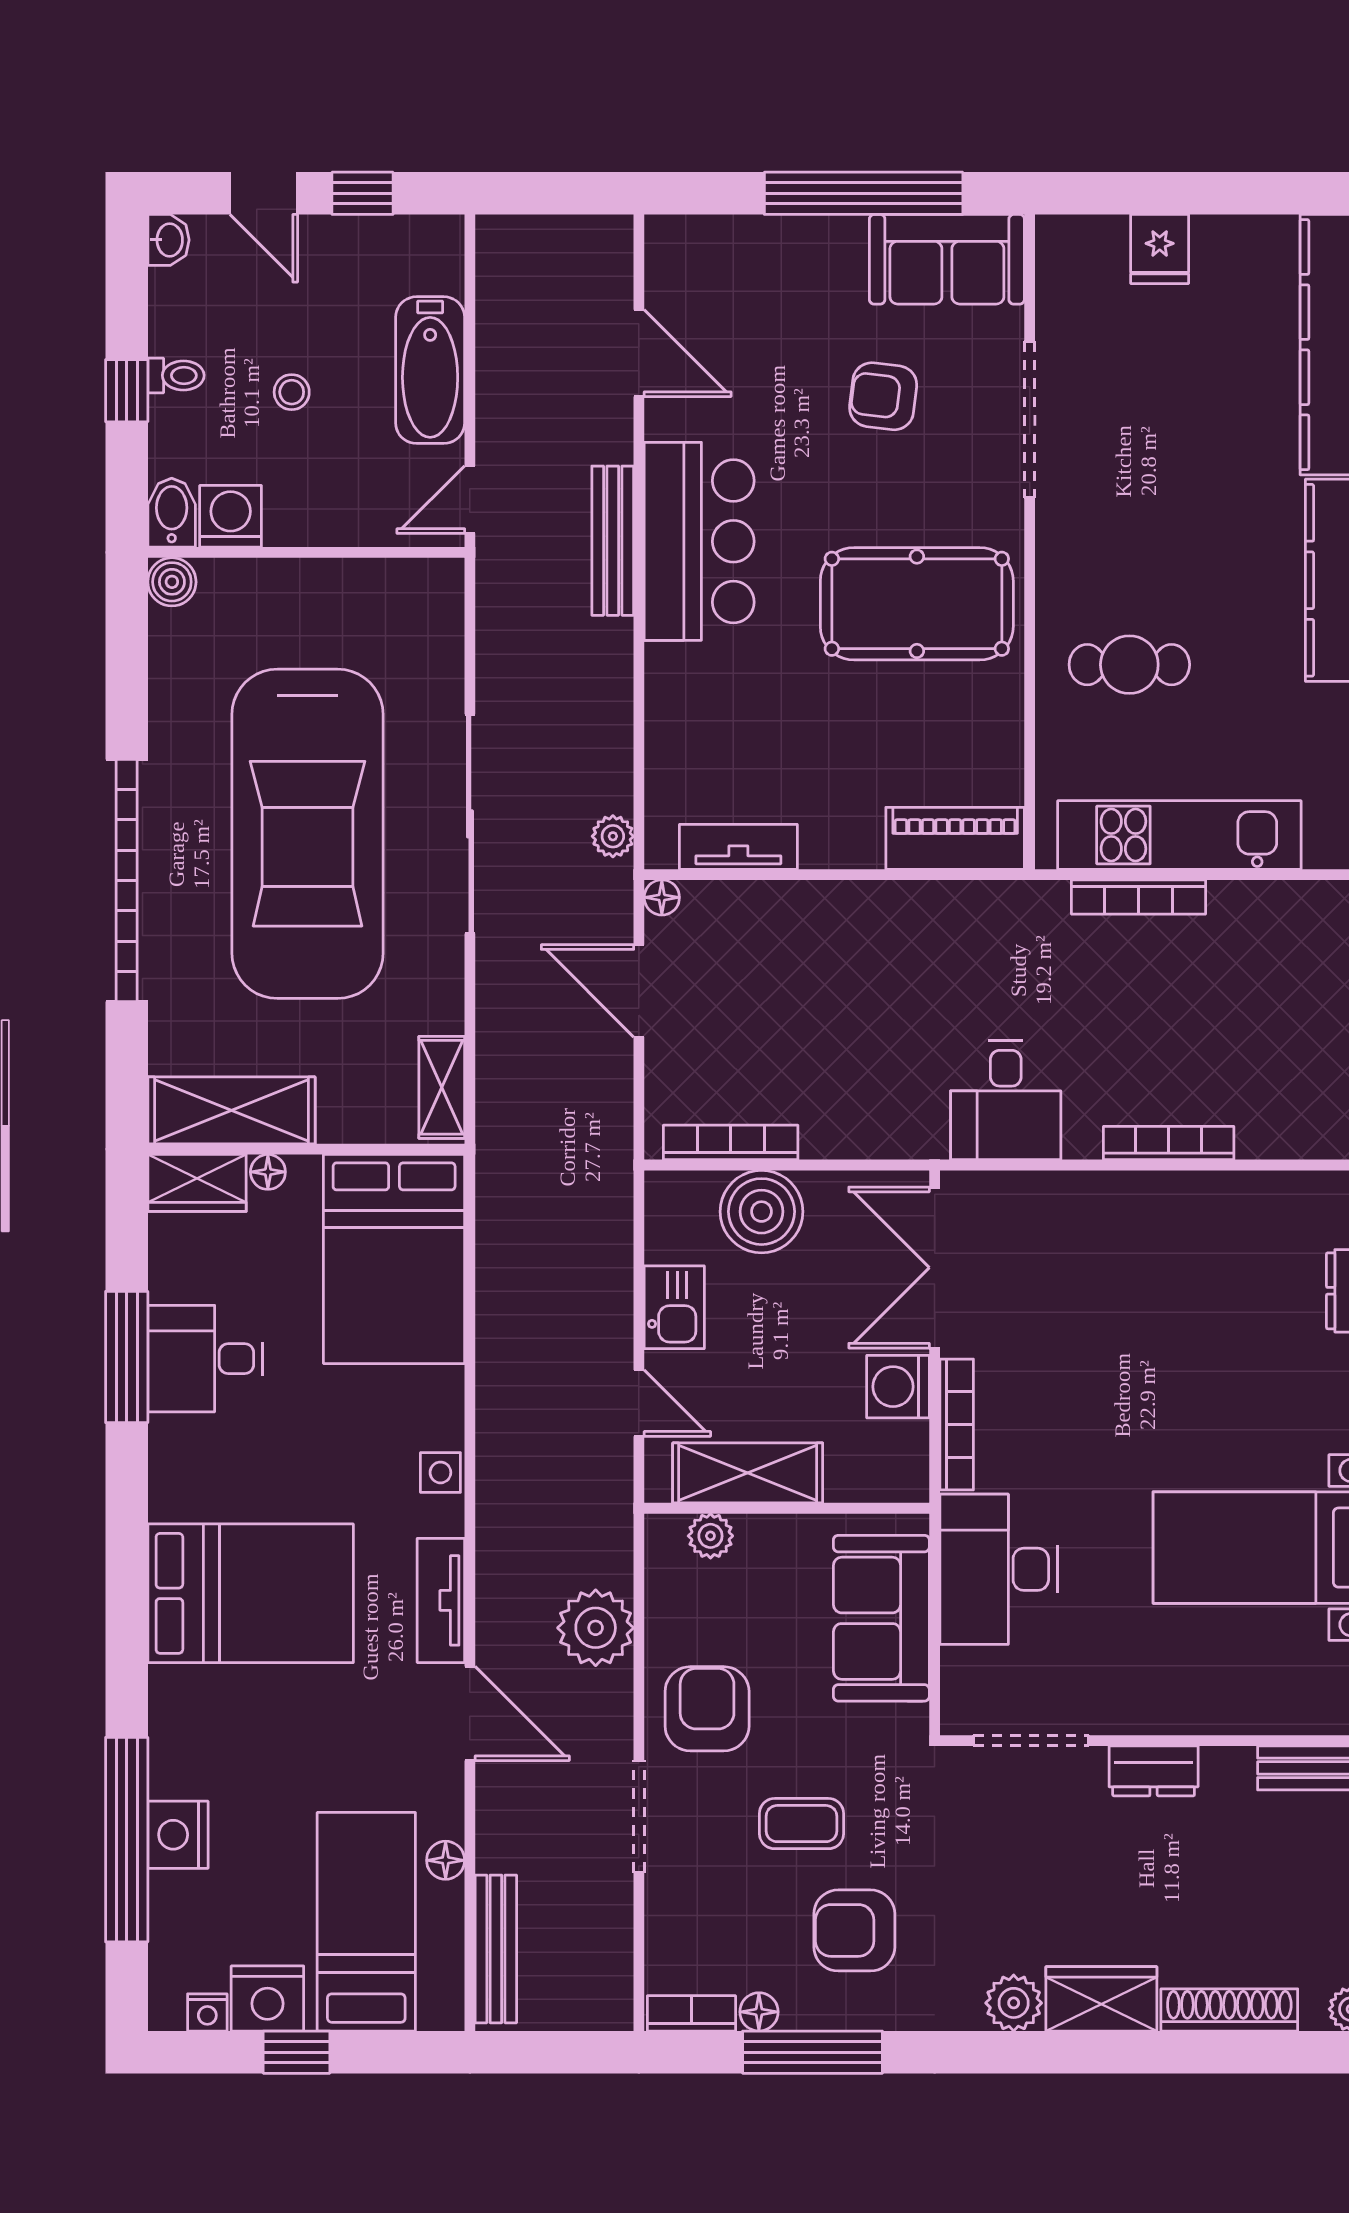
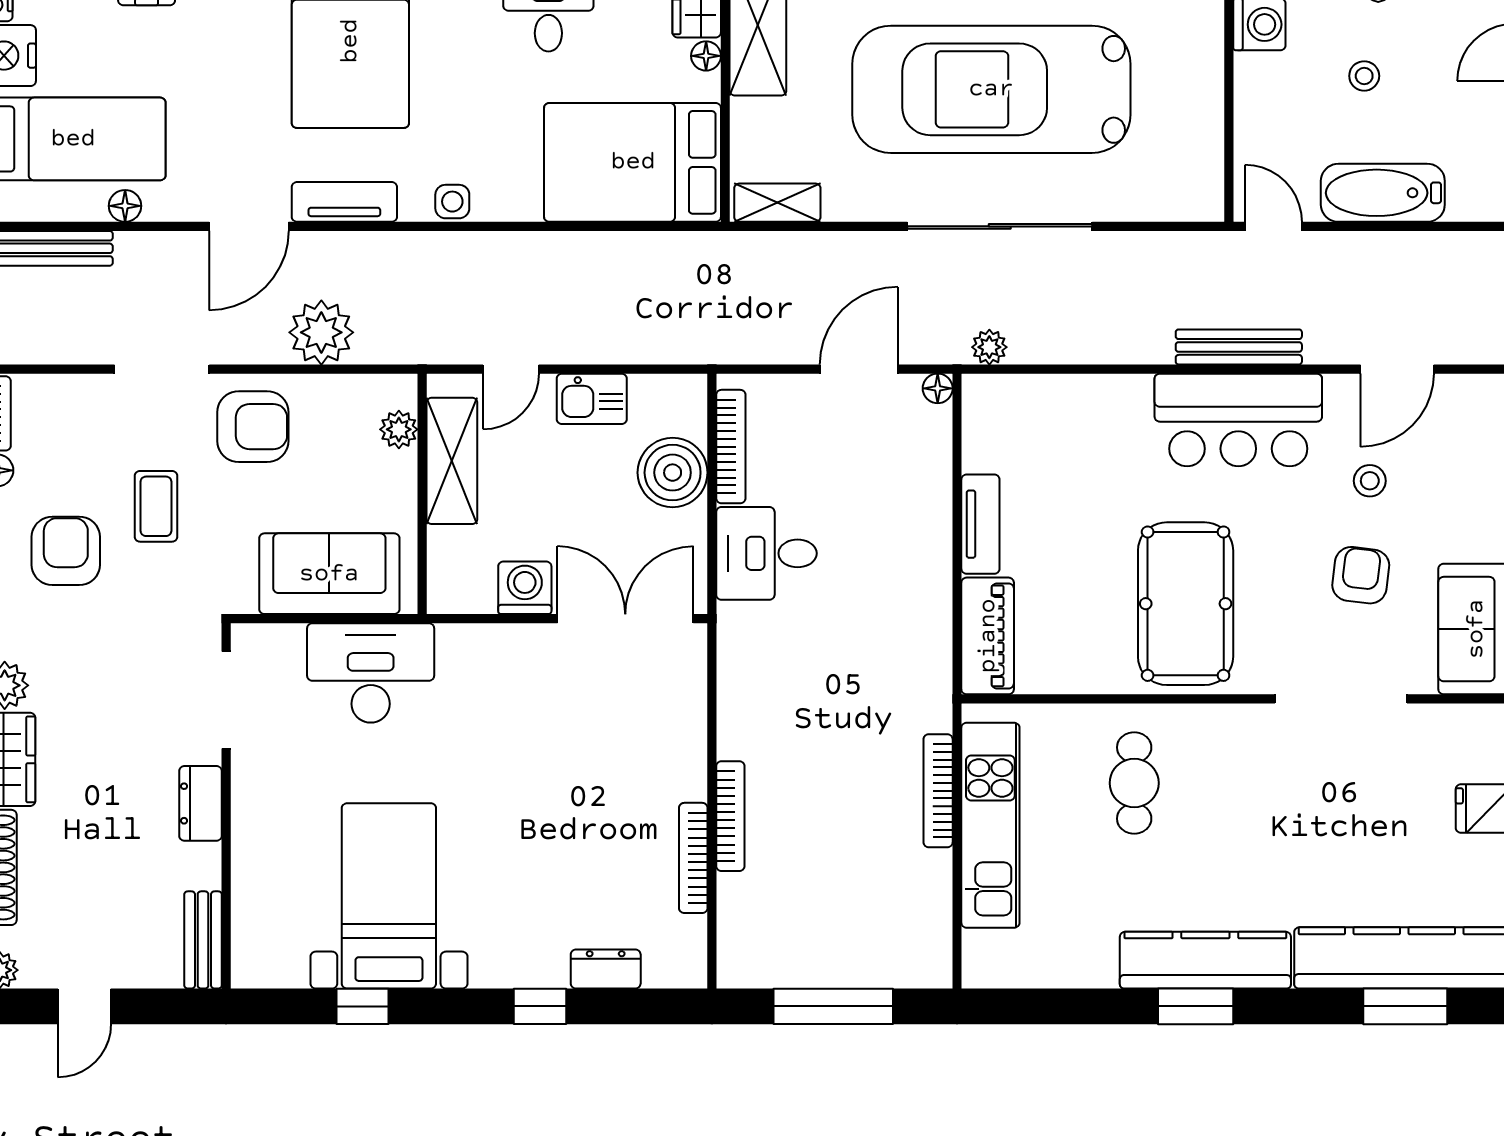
stool: (771, 385) -> (1370, 481), added
tv unit: (738, 847) -> (980, 524), moved
desk: (1006, 1100) -> (766, 553), moved
bookcase: (957, 1424) -> (693, 858), moved, turned 90

